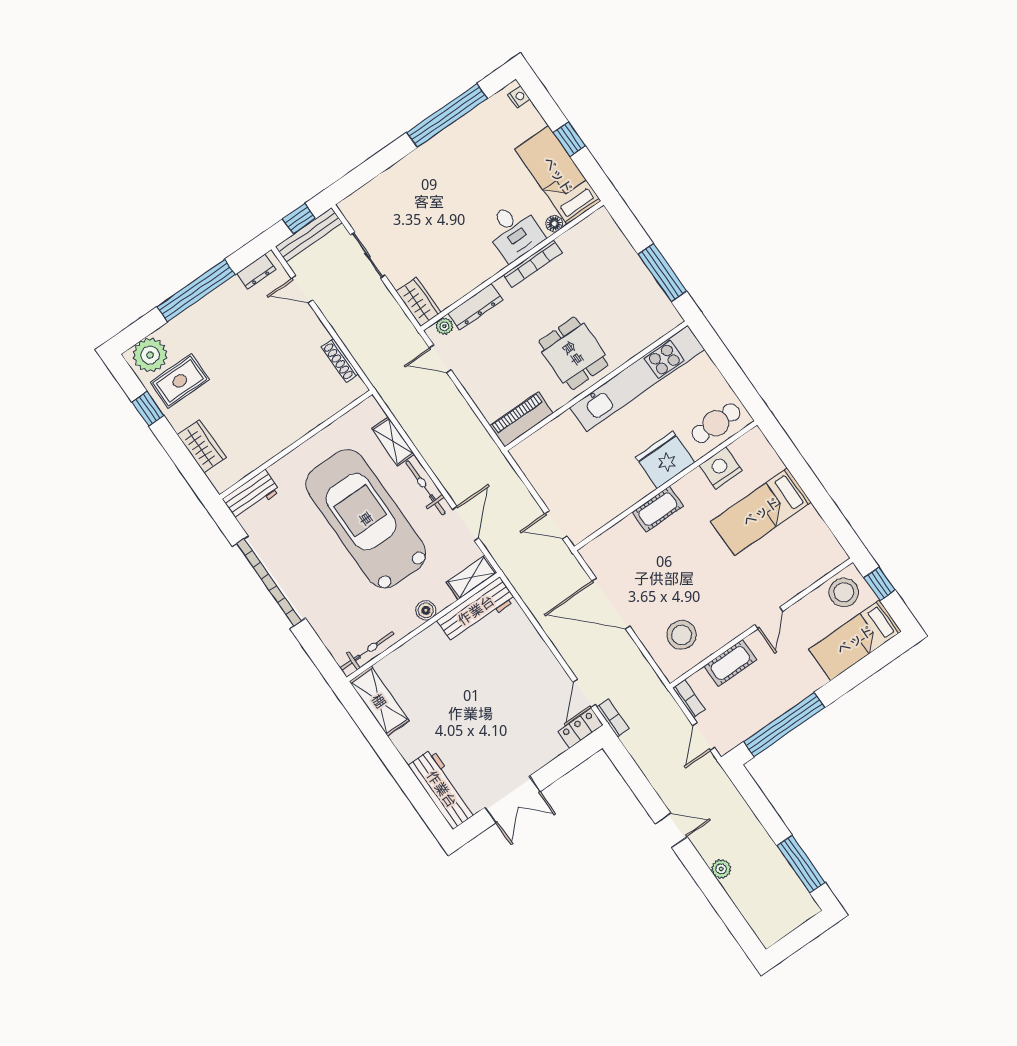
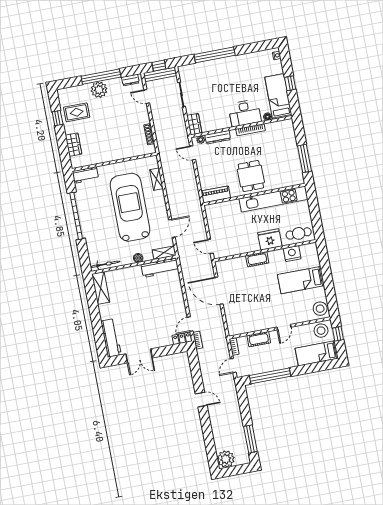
window: (447, 115) -> (215, 55), moved
desk: (514, 231) -> (245, 113), width x1.37
plant: (150, 355) -> (99, 90), moved
bicycle: (425, 488) -> (162, 205), removed
stool: (682, 635) -> (320, 309), moved
plant: (721, 869) -> (226, 459), moved, width x1.88, depth x1.88

